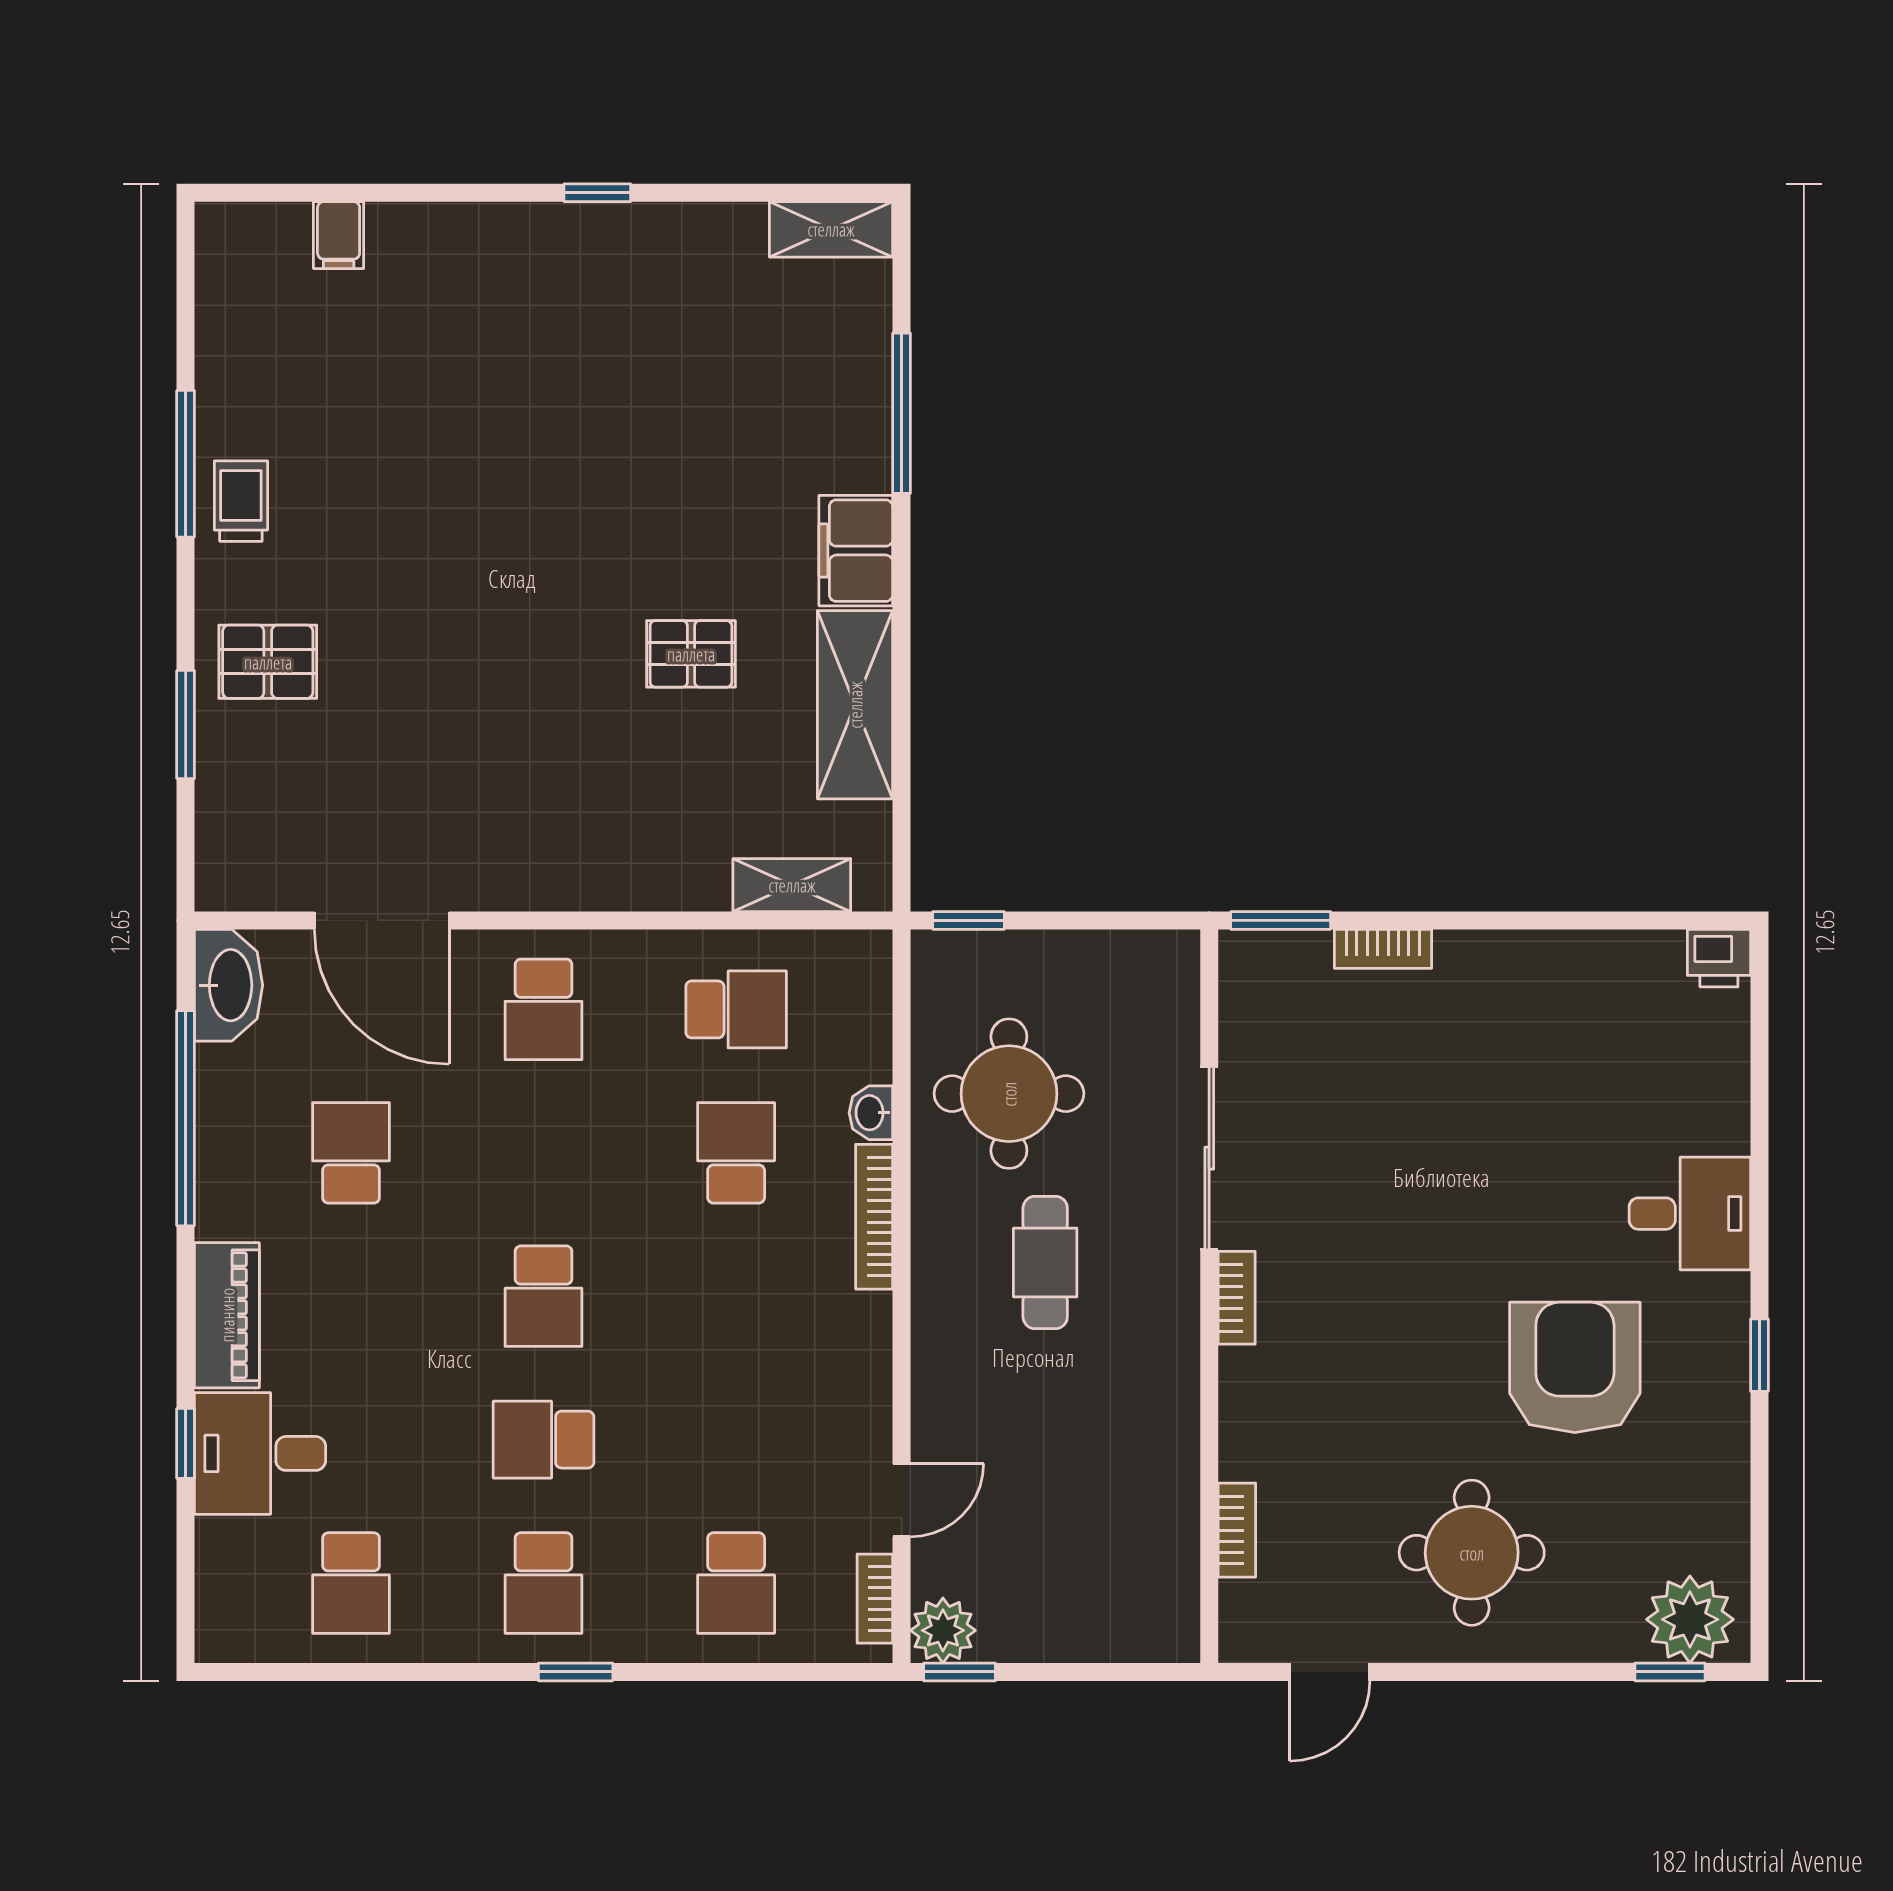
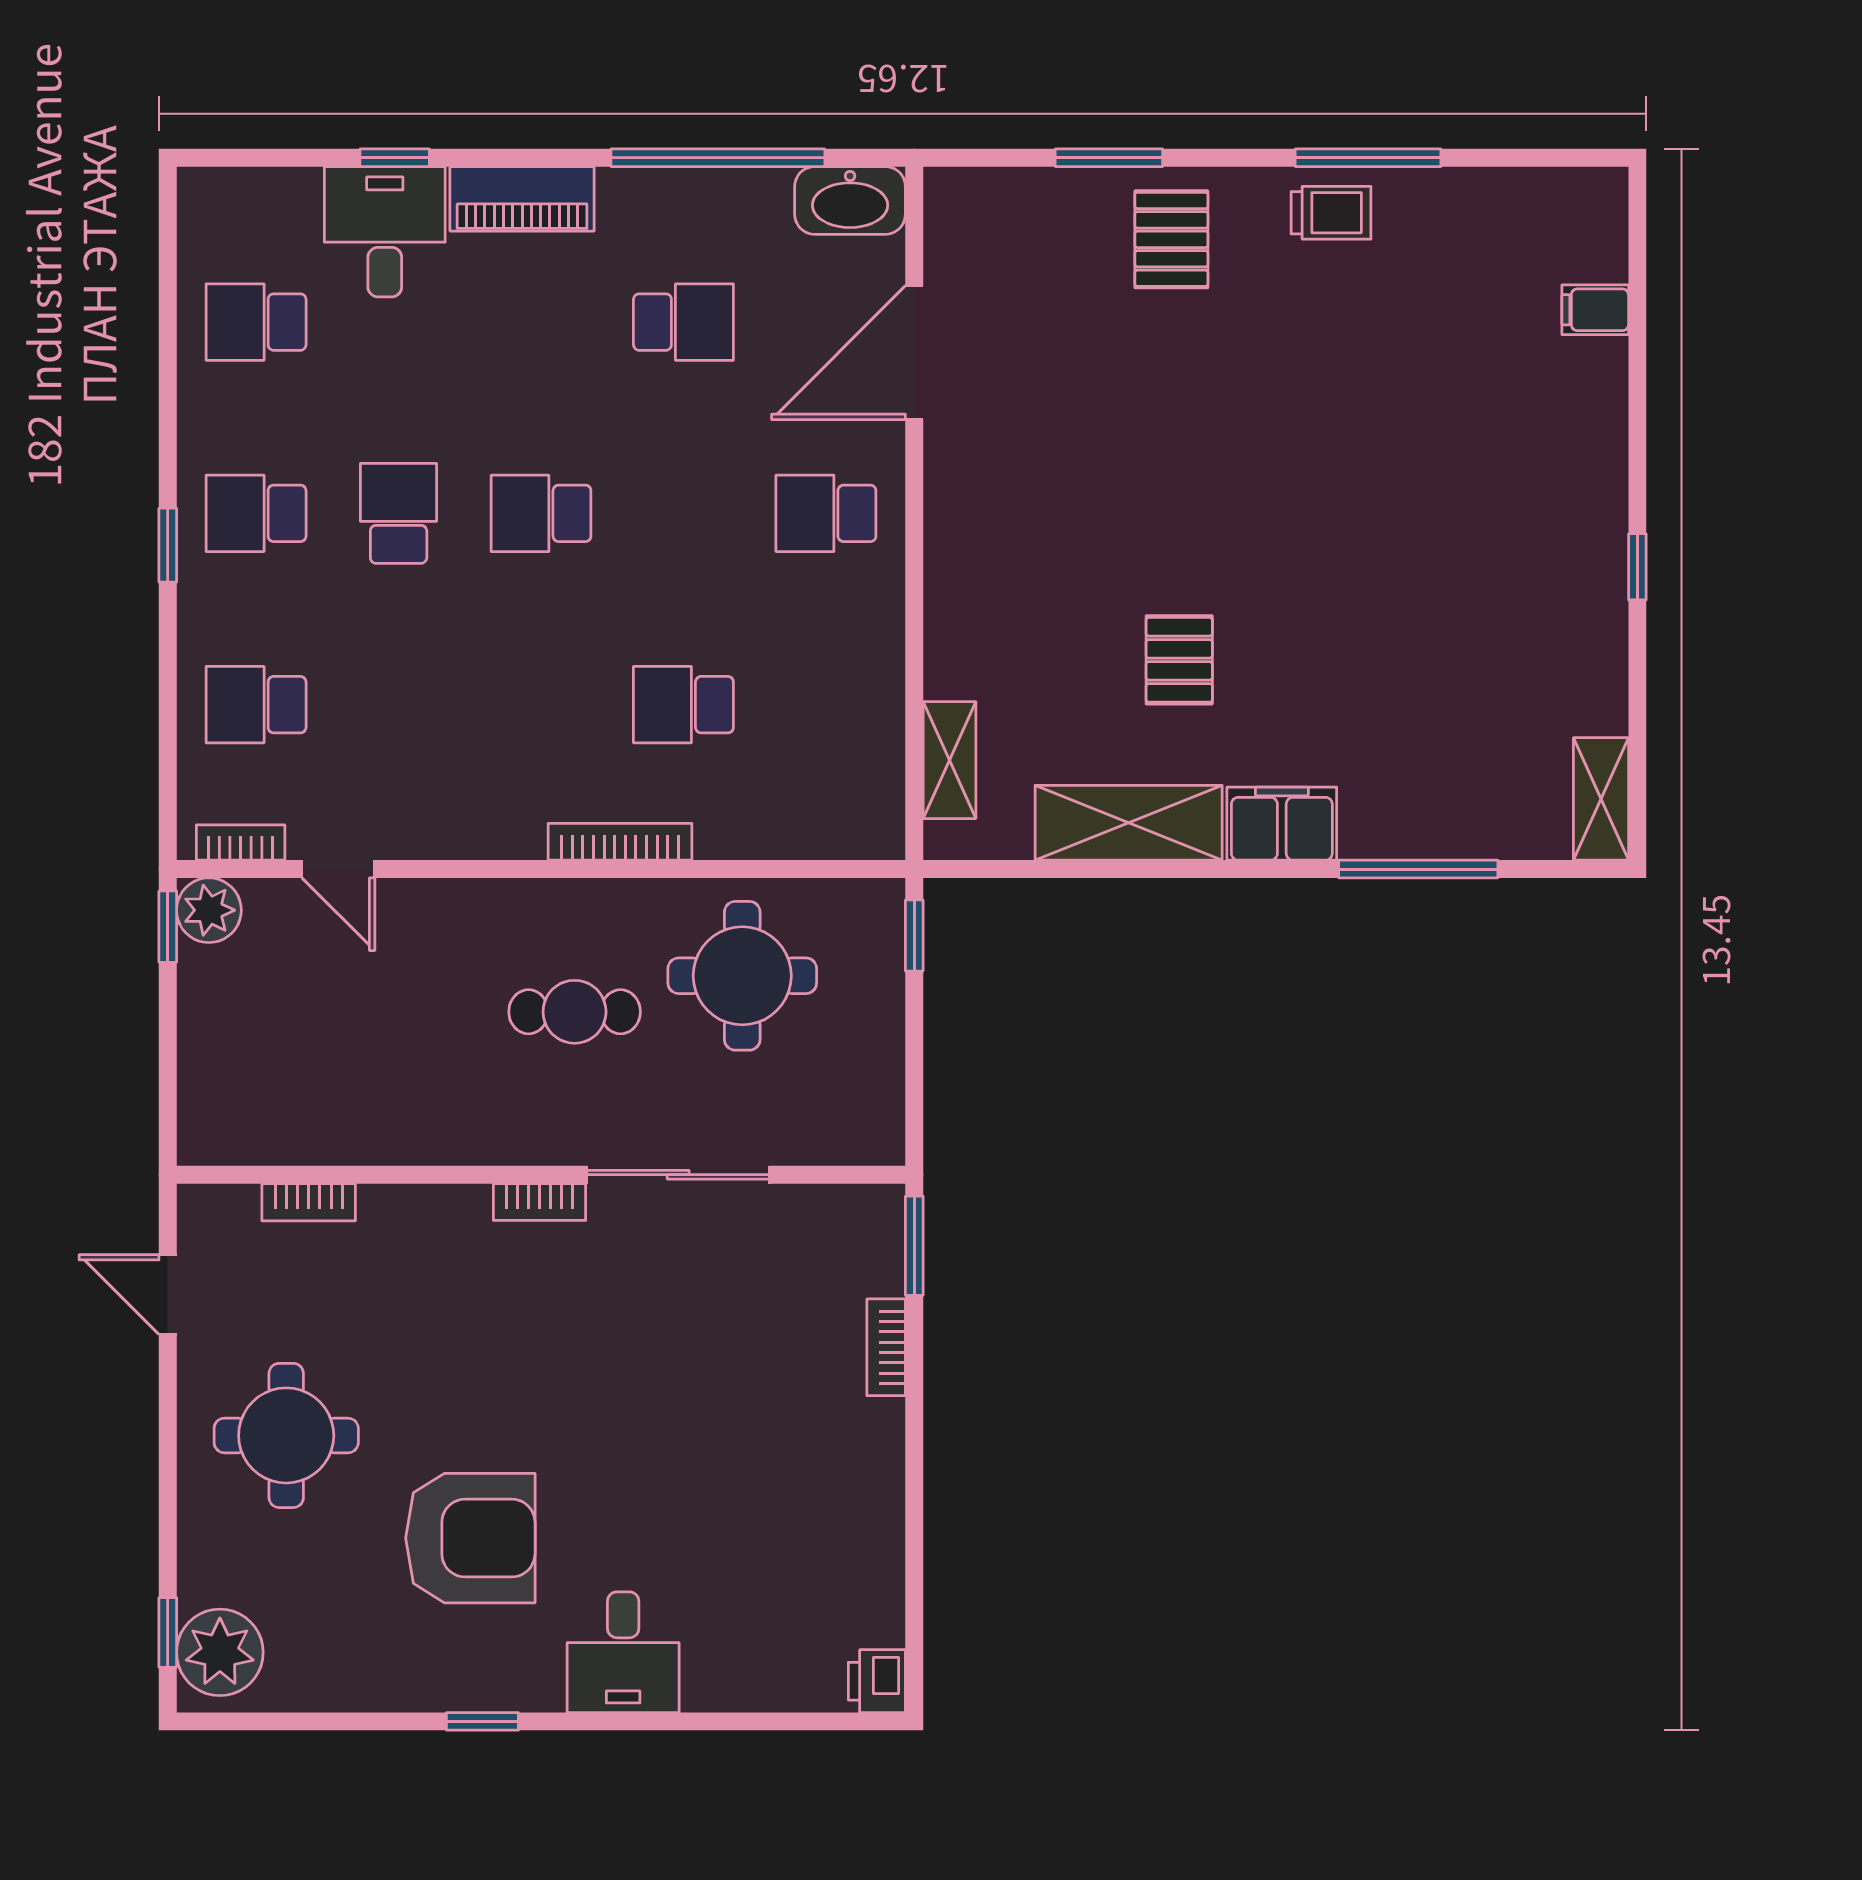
school desk: (736, 1009) -> (826, 705), removed
washbasin: (871, 1113) -> (723, 839), removed
school desk: (736, 1153) -> (683, 705), turned 180

